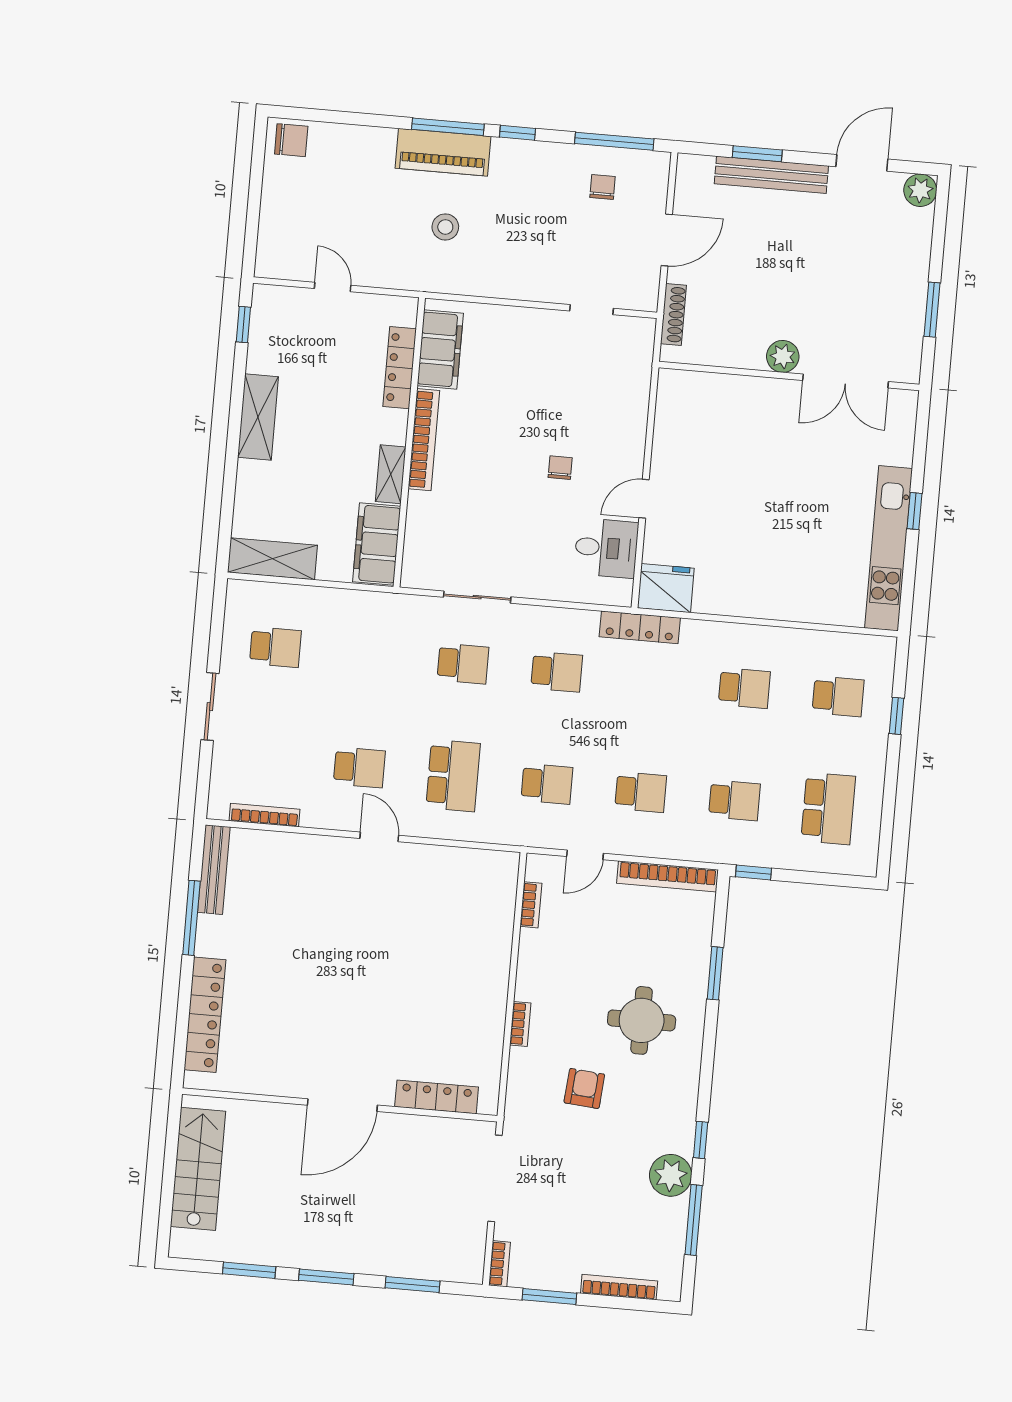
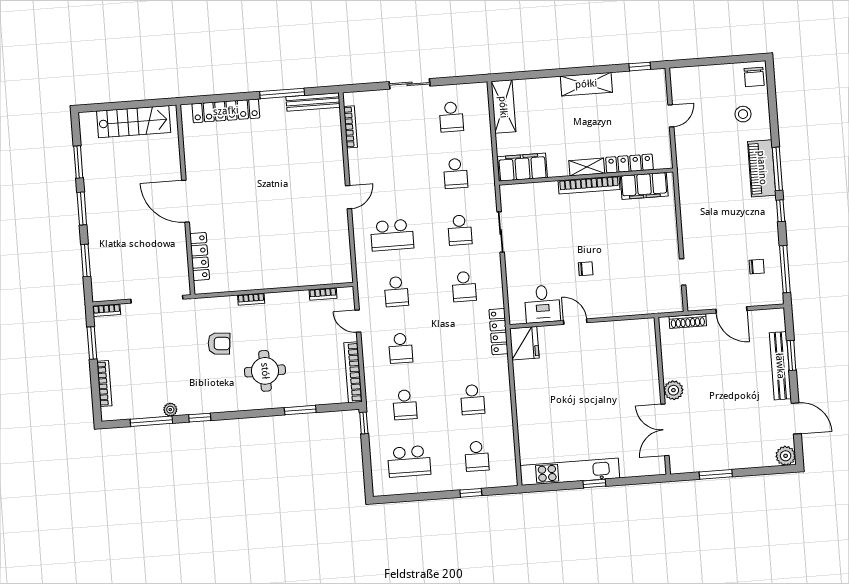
stool: (445, 227) -> (743, 114), moved
shelving: (391, 474) -> (587, 167), moved
school desk: (359, 767) -> (455, 173), moved
plant: (671, 1175) -> (170, 410), width x0.53, depth x0.53

